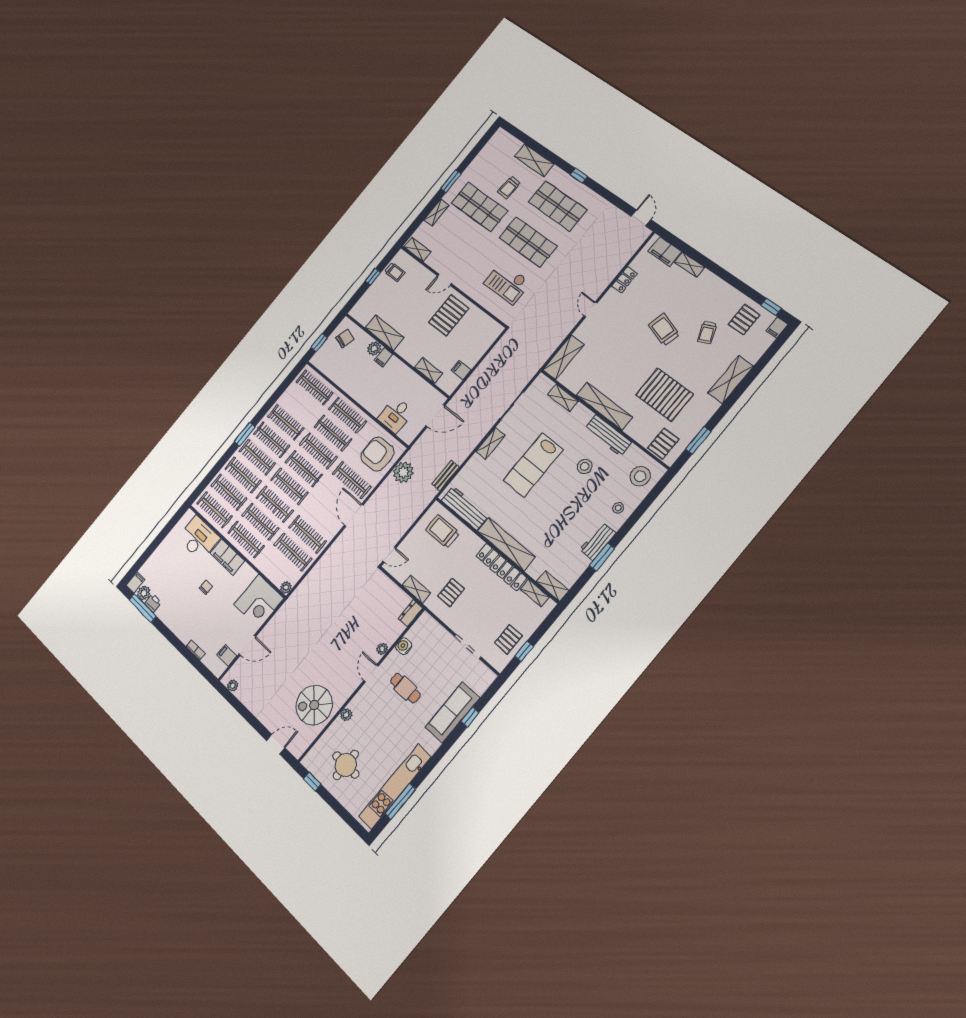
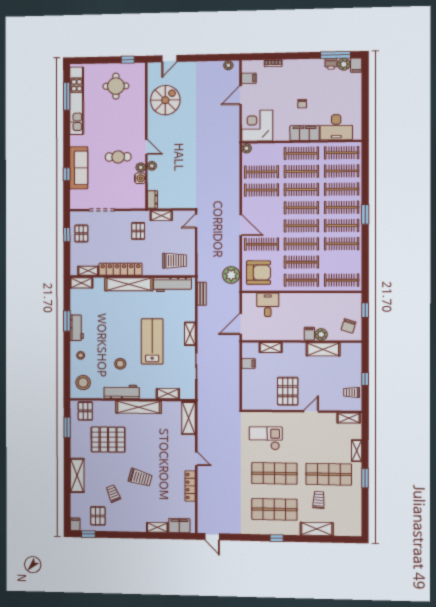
locker: (624, 280) -> (190, 486), width x1.53
plant: (346, 715) -> (141, 167), moved

